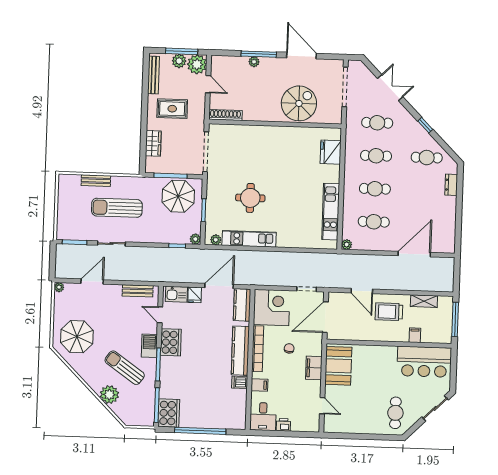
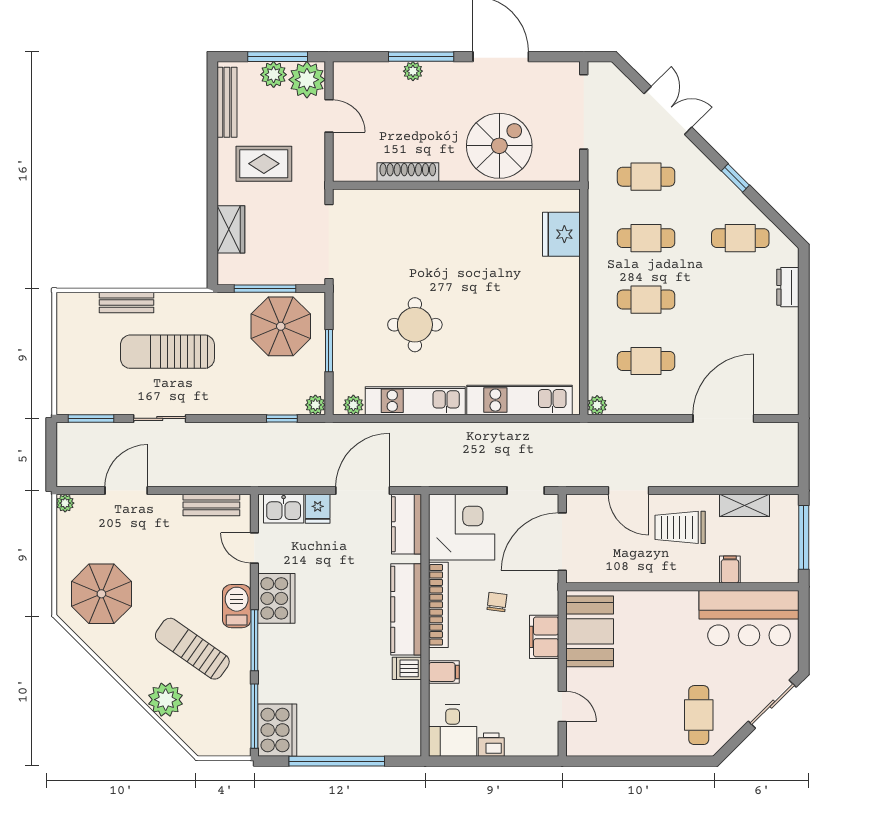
shoe rack: (225, 115) -> (408, 172), moved
kitchen unit: (331, 212) -> (520, 400), moved, turned 90

